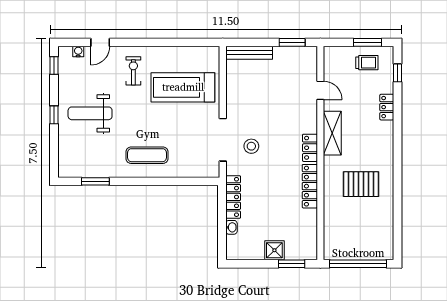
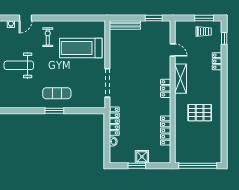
stool: (251, 146) -> (127, 87), removed
window: (95, 181) -> (54, 111), moved
locker: (310, 186) -> (166, 130), moved
window: (292, 264) -> (137, 166), moved

